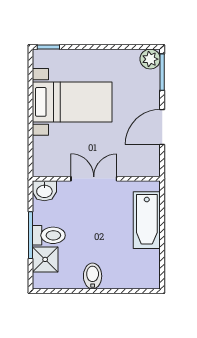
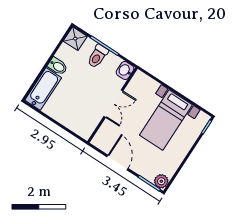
bathtub: (147, 220) -> (43, 89), moved, turned 90
shower: (45, 259) -> (75, 39), moved

